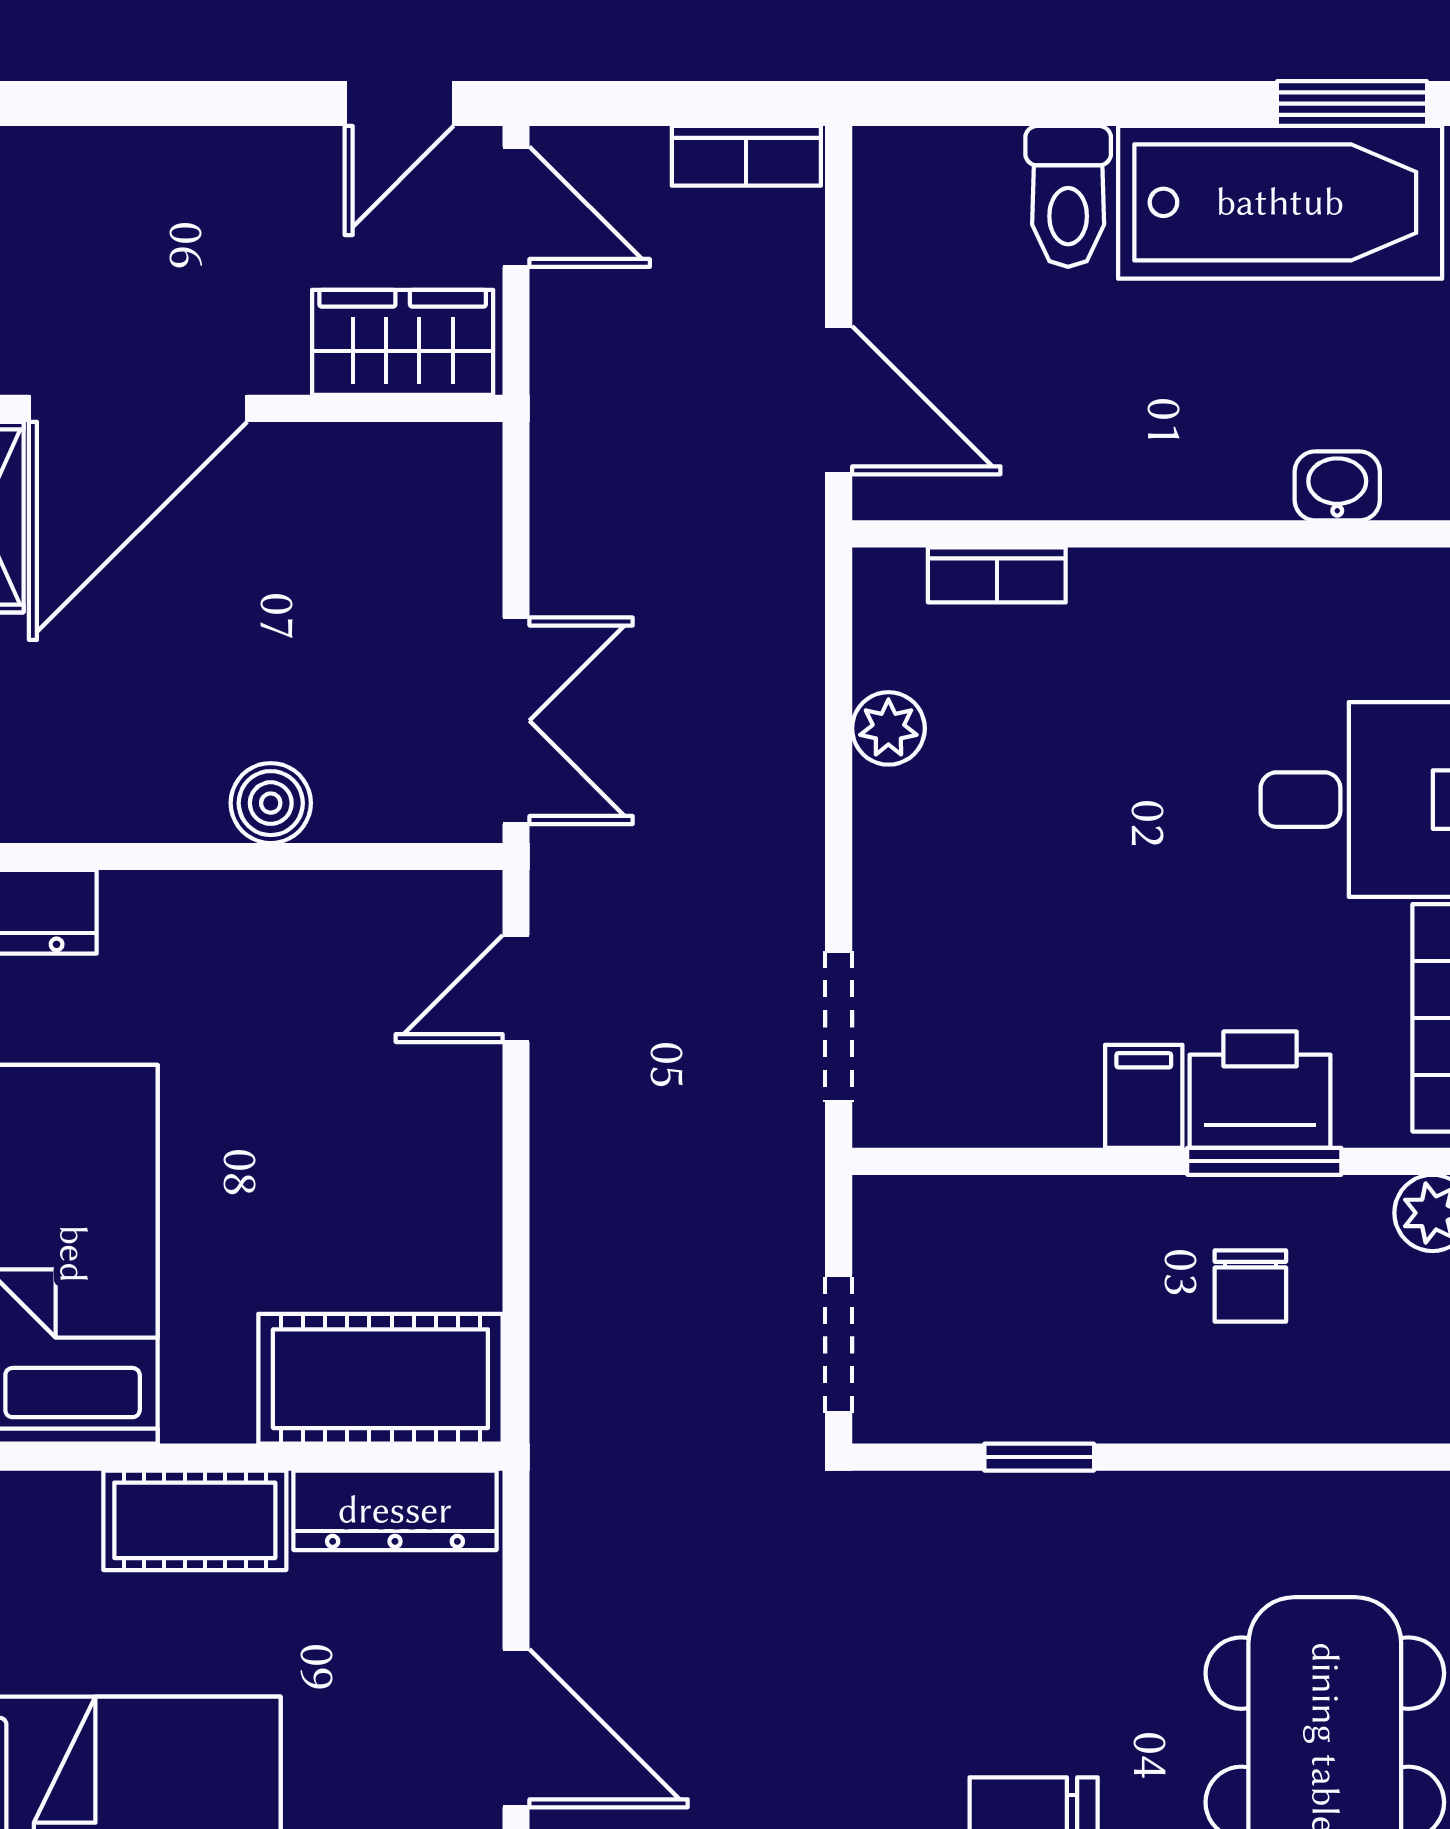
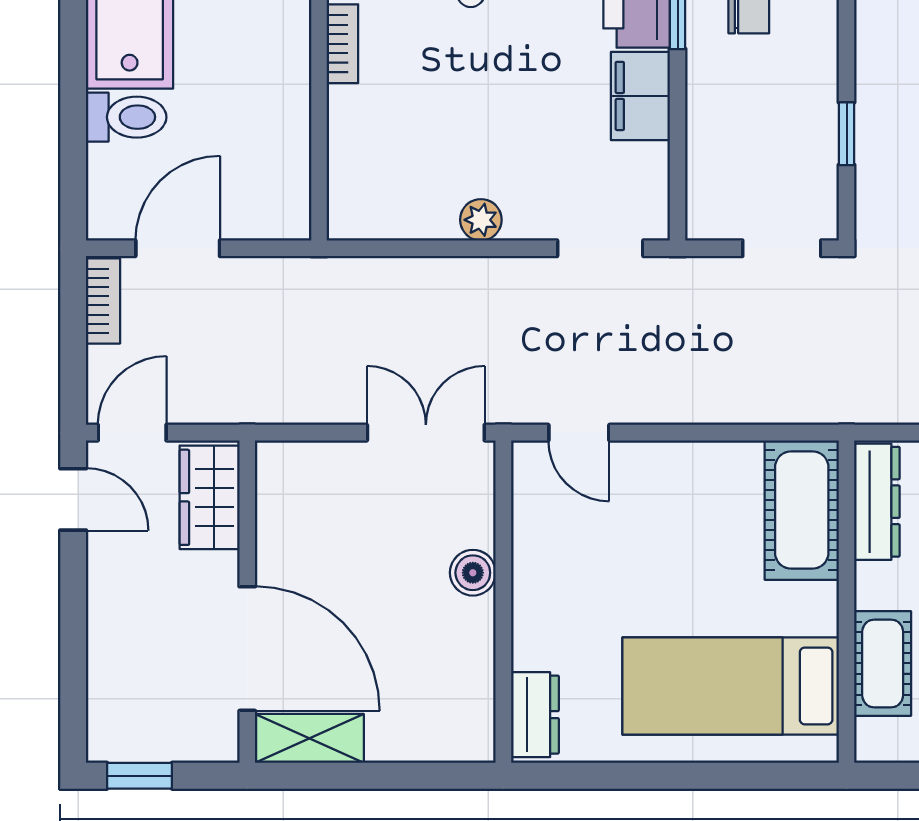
door: (839, 400) -> (178, 248), moved
bookcase: (997, 575) -> (342, 44), moved
plant: (888, 728) -> (481, 220), moved
filing cabinet: (1144, 1096) -> (640, 96), width x2.00
cot: (195, 1520) -> (883, 663), moved

